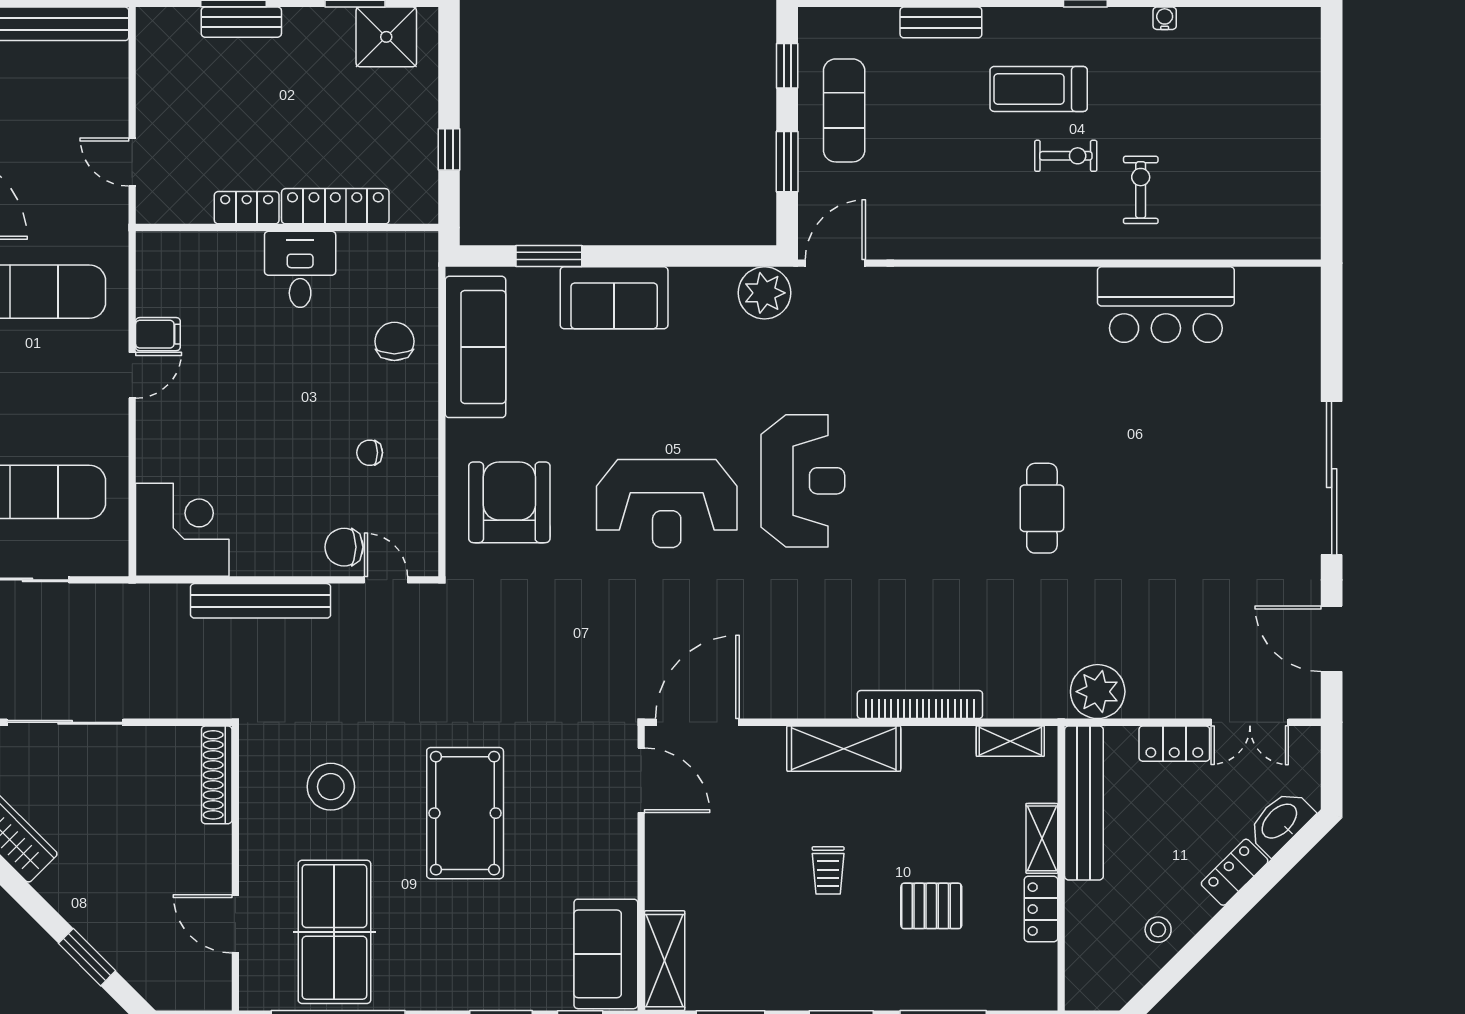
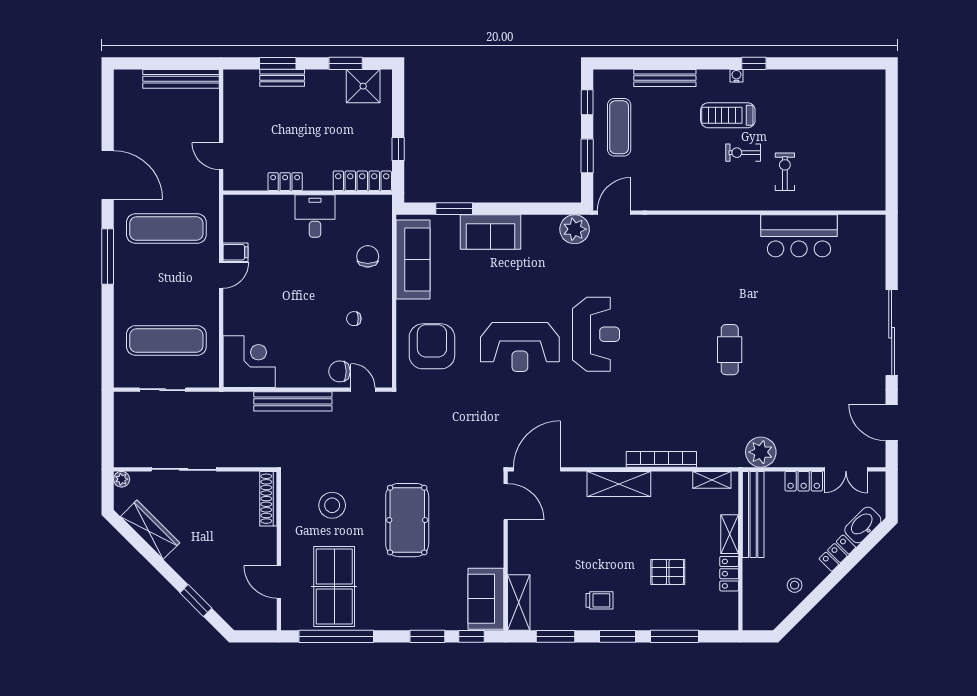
water cooler: (1165, 18) -> (736, 76), moved
bench: (941, 22) -> (665, 78), width x1.36
exercise bike: (1066, 156) -> (743, 153), turned 180
locker: (335, 206) -> (362, 181), moved
trolley: (828, 870) -> (600, 600), moved, turned -90

